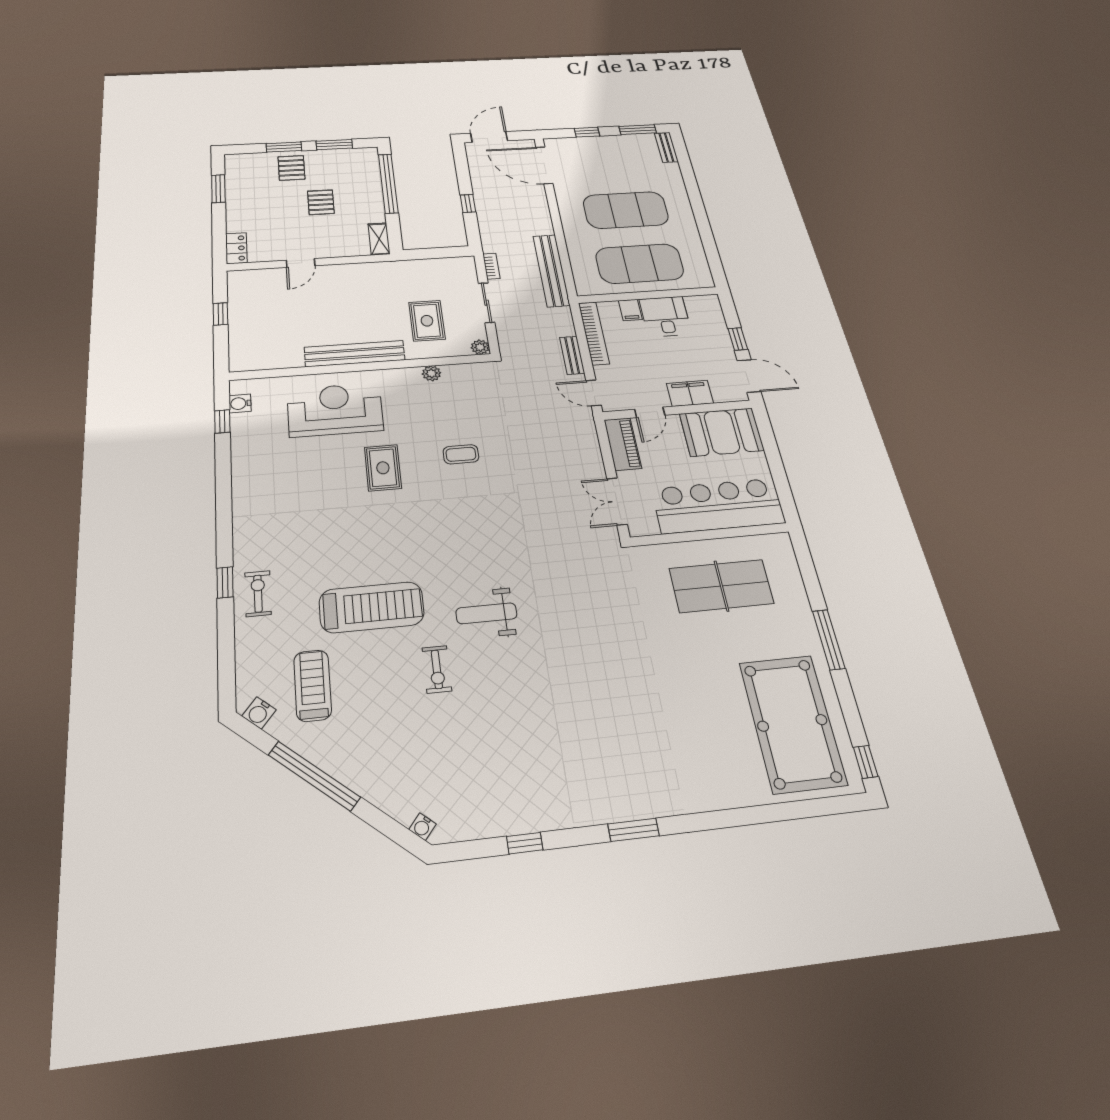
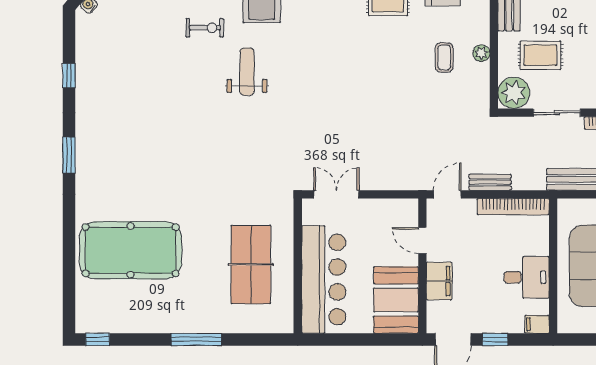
filing cabinet: (630, 310) -> (537, 324), moved
plant: (480, 347) -> (514, 93), width x1.87, depth x1.87
piano: (623, 444) -> (392, 210), removed
coffee table: (461, 454) -> (444, 57), moved
exercise bike: (437, 669) -> (205, 28), turned 180
pool table: (792, 723) -> (131, 250), moved

